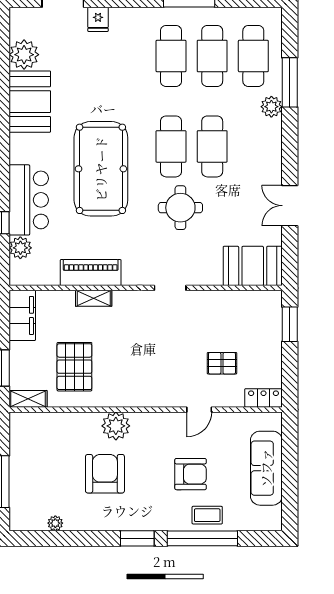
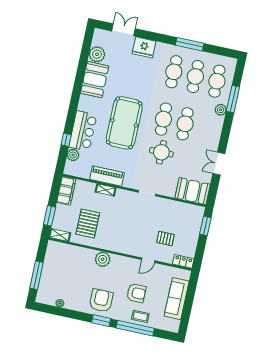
fridge: (98, 19) -> (144, 47), width x1.88, depth x1.34
armchair: (105, 474) -> (101, 300), moved

